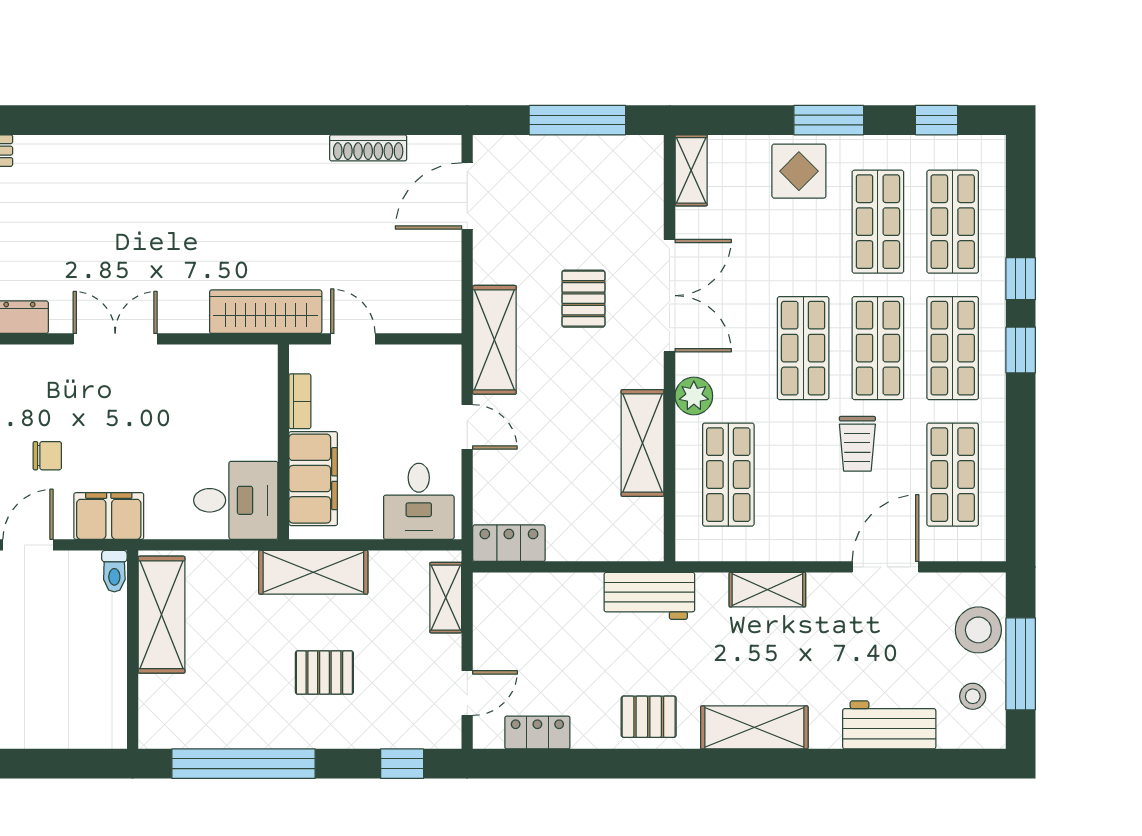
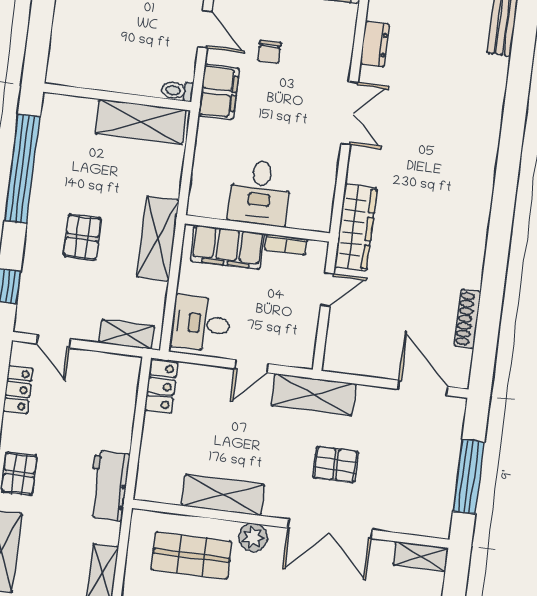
desk: (236, 500) -> (260, 193), moved

